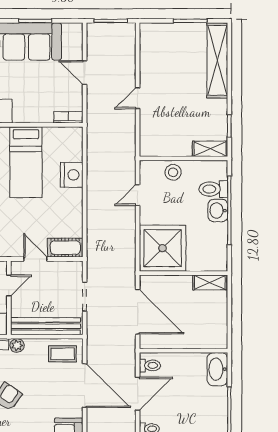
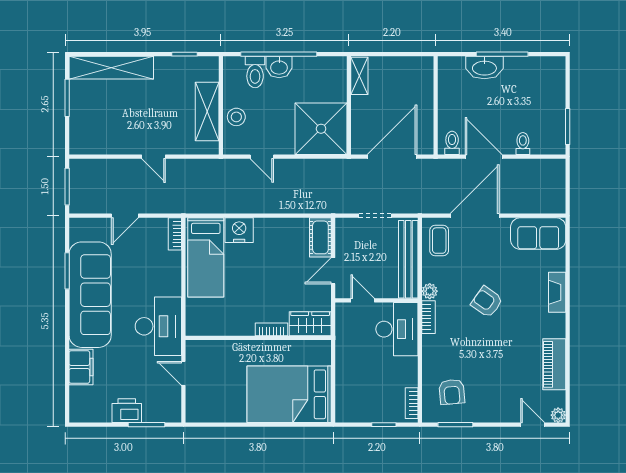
shelving: (210, 149) -> (207, 112), moved, width x1.50, depth x1.33
bed: (26, 162) -> (206, 257), moved, turned 90
washbasin: (217, 369) -> (484, 67), moved

